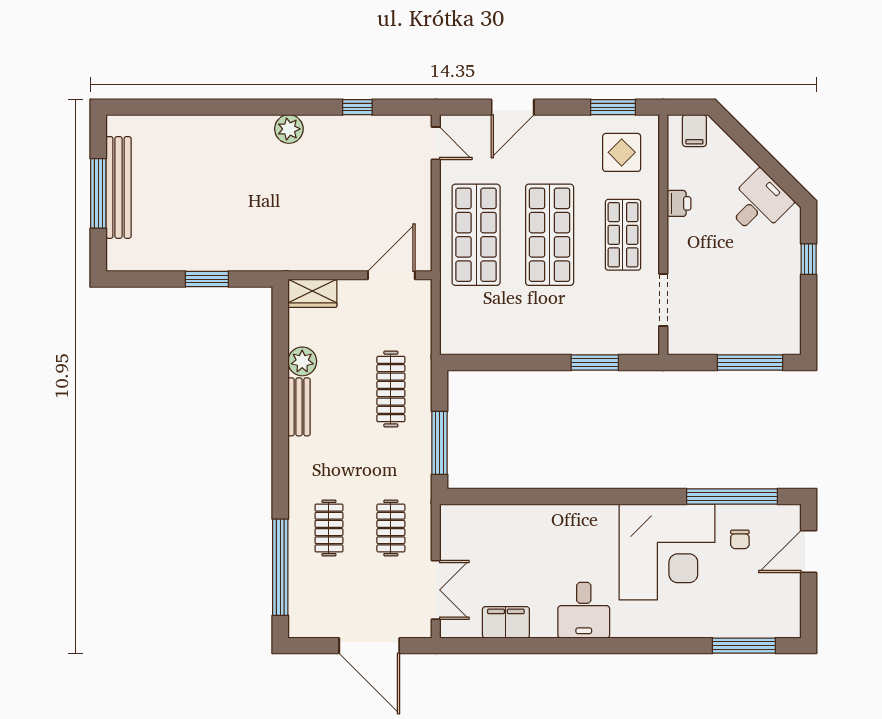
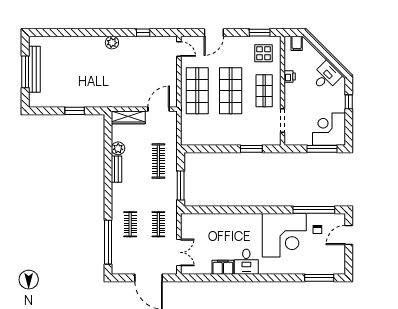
wardrobe: (312, 293) -> (128, 117), width x1.50
corner desk: (765, 319) -> (329, 129), added
filing cabinet: (506, 622) -> (223, 267), moved

